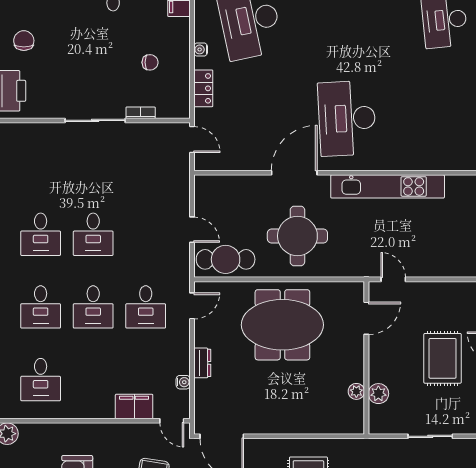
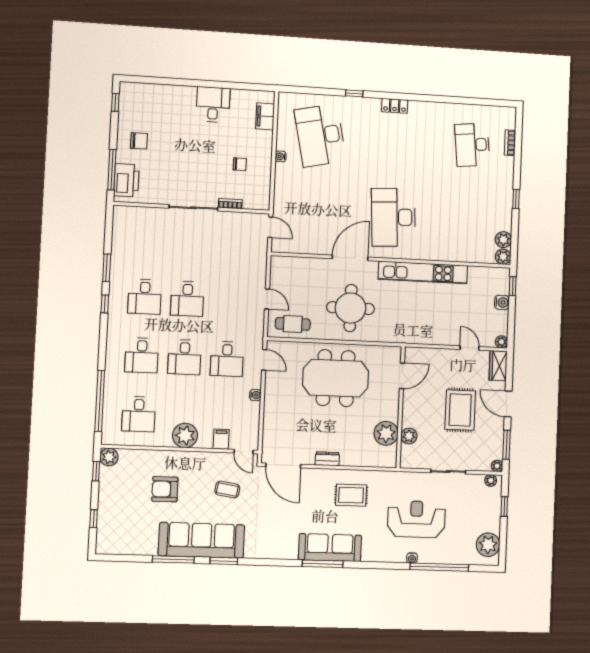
chair: (24, 41) -> (139, 141), turned 90
locker: (203, 88) -> (281, 187), removed
cafe table: (226, 259) -> (293, 324), width x0.73, depth x0.74
door: (393, 279) -> (470, 348), moved
door: (192, 306) -> (264, 360), hinge flipped
dresser: (202, 363) -> (327, 459), moved, turned -90
water cooler: (183, 382) -> (255, 395), moved
plant: (356, 391) -> (386, 433), width x1.88, depth x1.88
plant: (99, 404) -> (185, 435), added
filing cabinet: (134, 406) -> (221, 439), width x0.50

